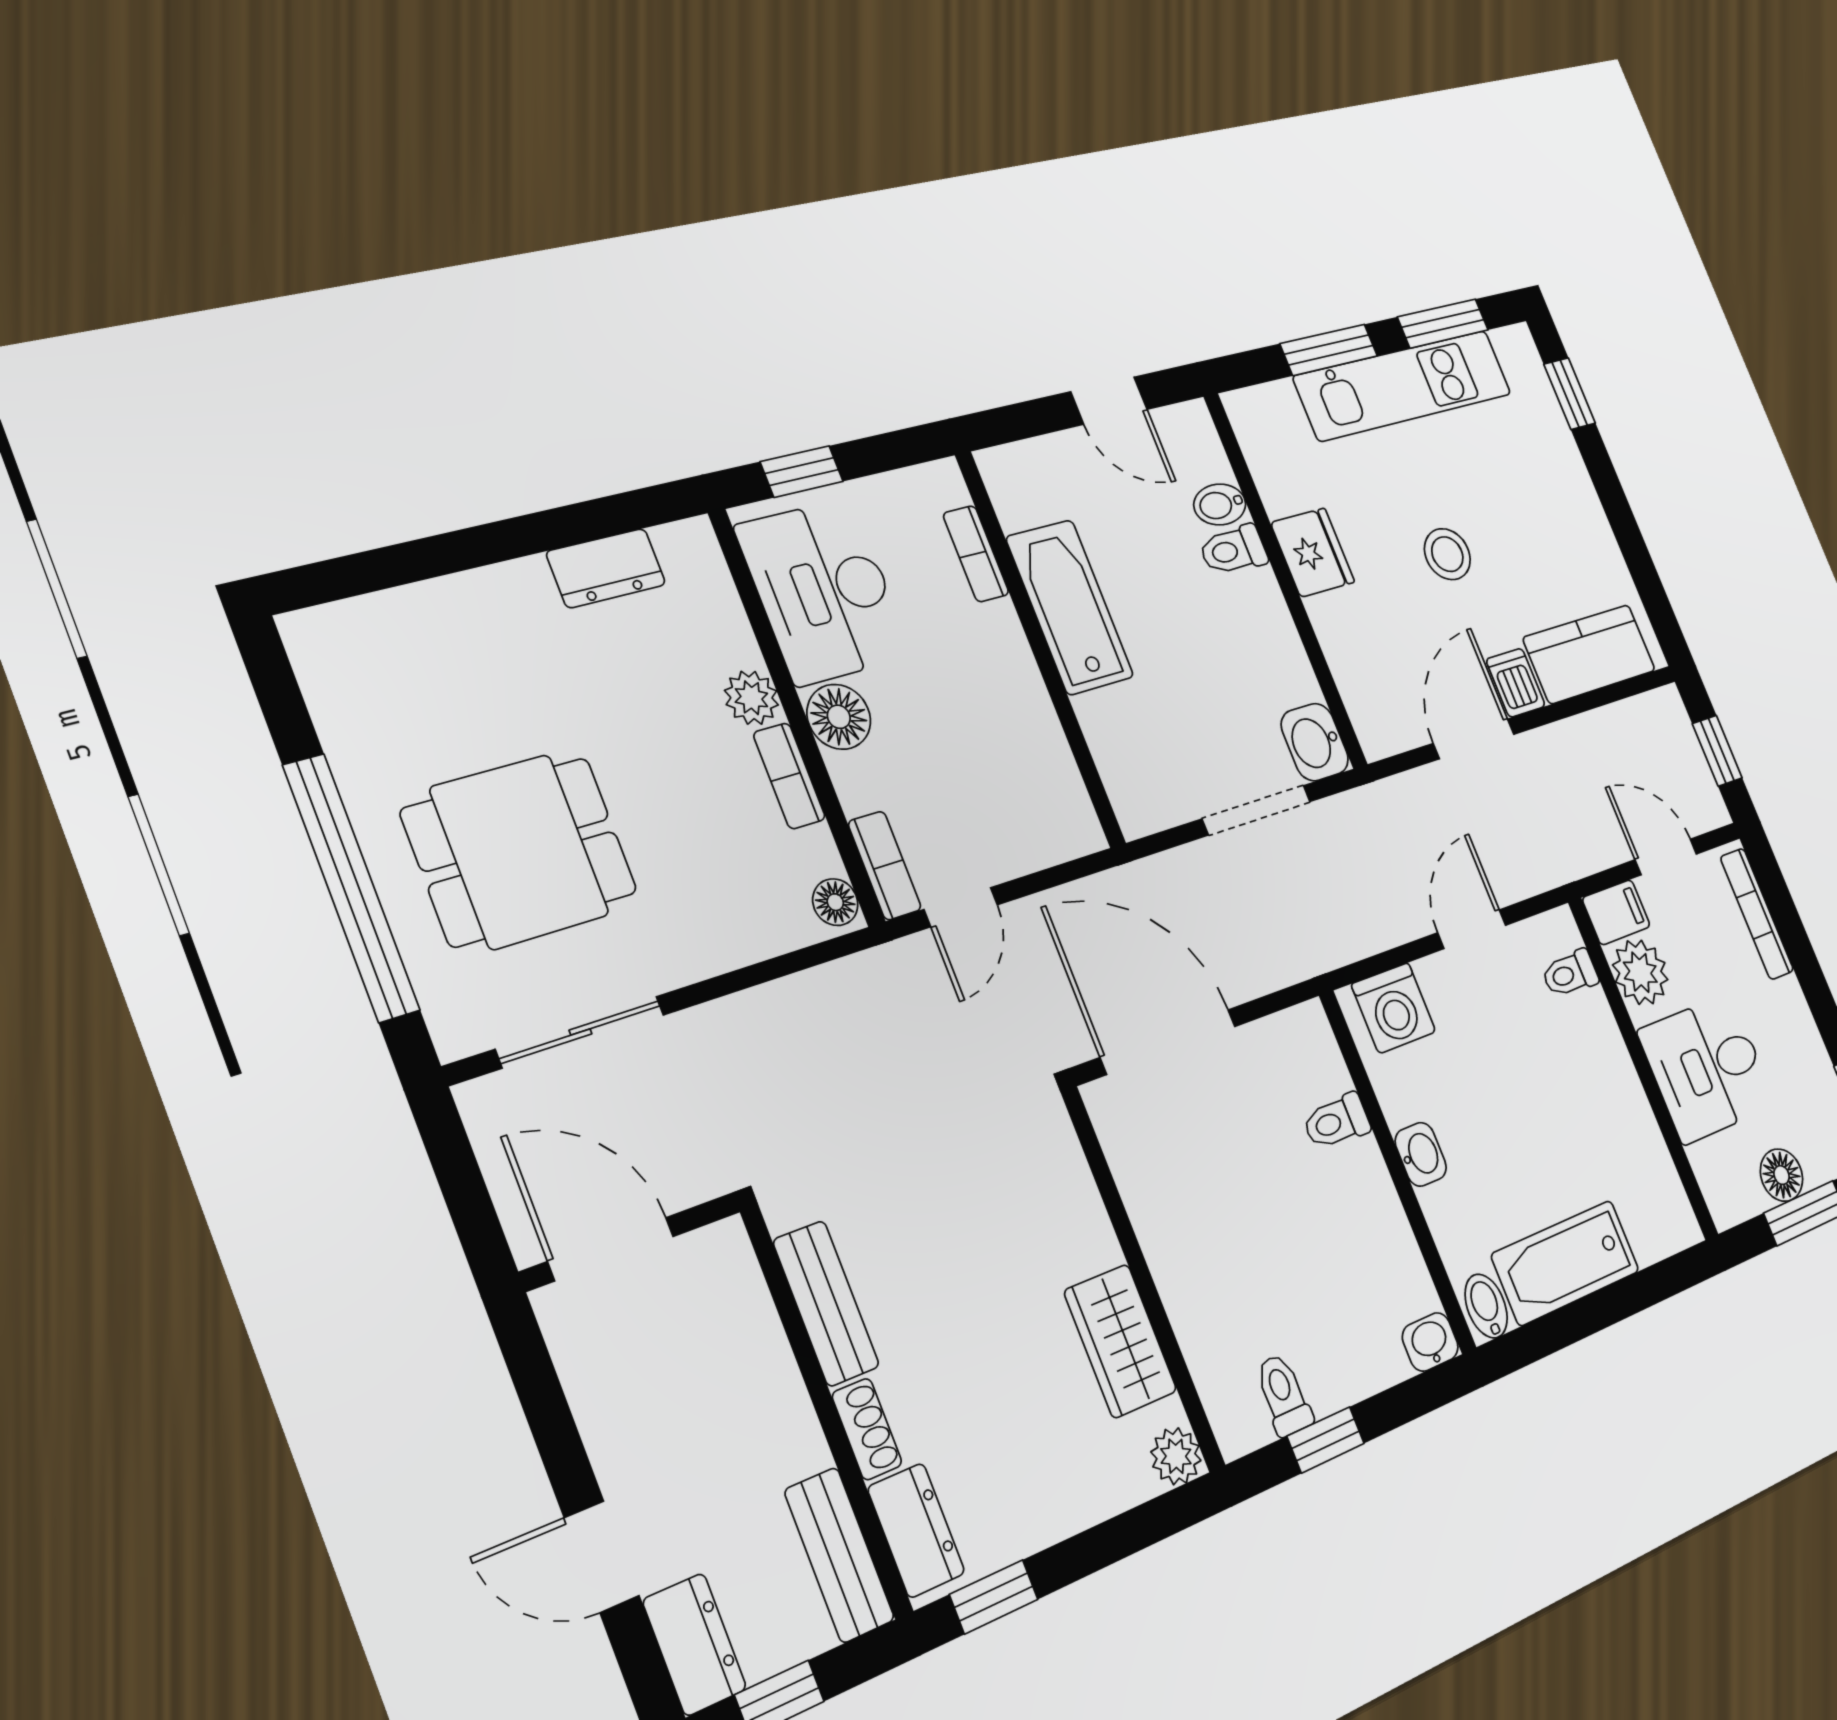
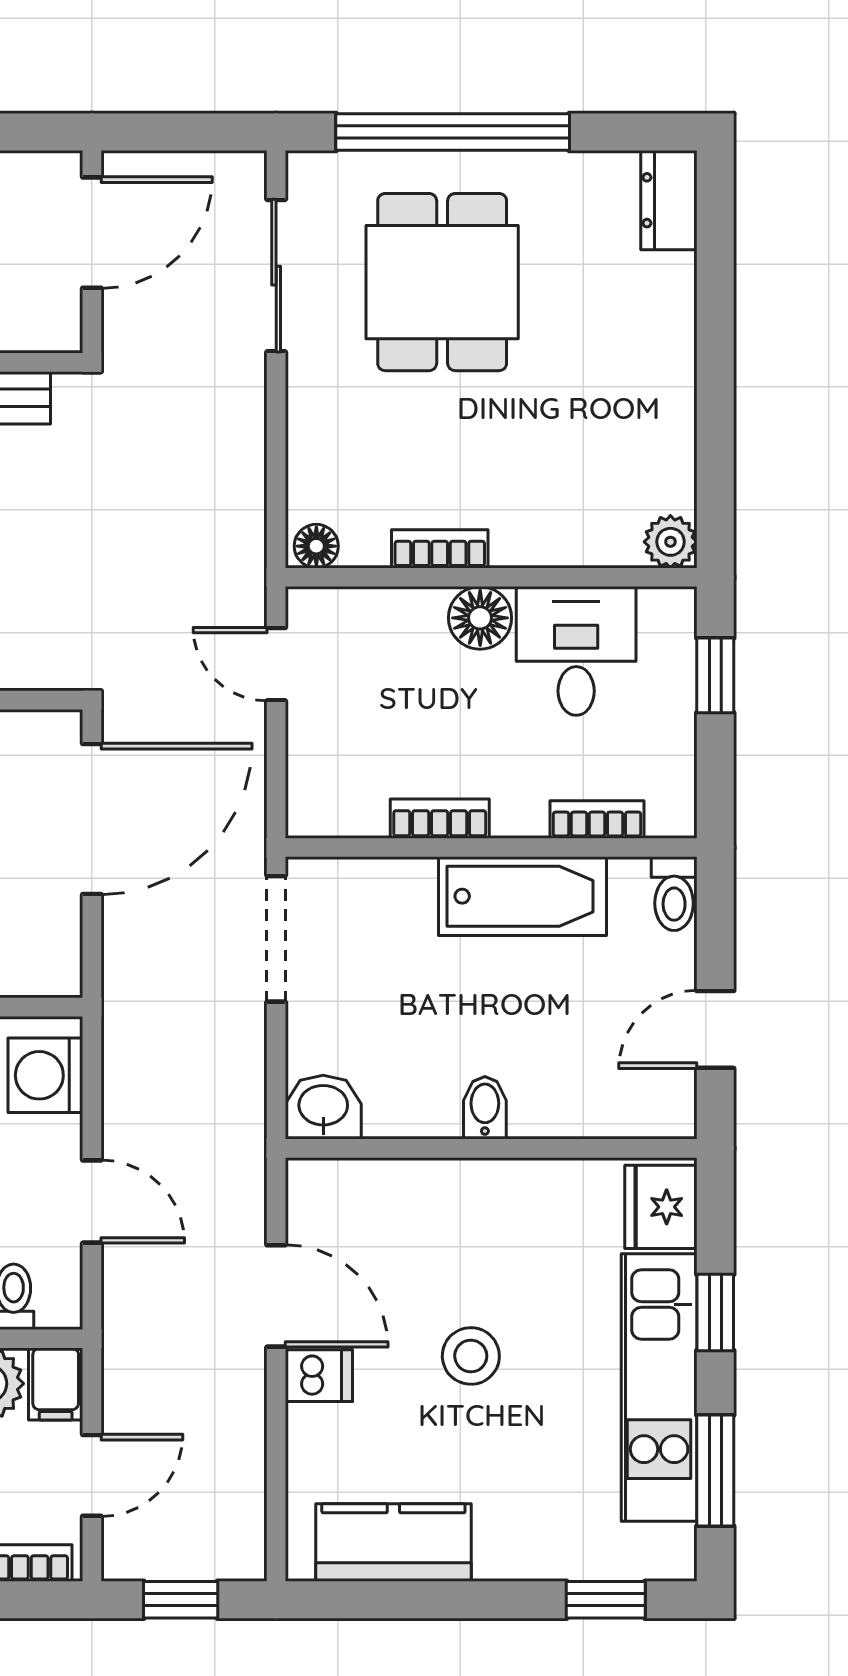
window: (1329, 350) -> (715, 1312), width x0.67
bidet: (1220, 505) -> (485, 1108), moved
toilet: (1233, 550) -> (674, 894), moved, turned 180
fridge: (1313, 552) -> (661, 1207), moved, turned 90
dresser: (606, 568) -> (669, 200), moved
desk: (824, 591) -> (576, 651), width x0.73
kitchen counter: (1589, 654) -> (393, 1543), moved, turned -90
plant: (751, 698) -> (670, 542), moved
doorway: (1257, 810) -> (276, 939), moved
bookcase: (885, 866) -> (440, 819), moved, turned 180

